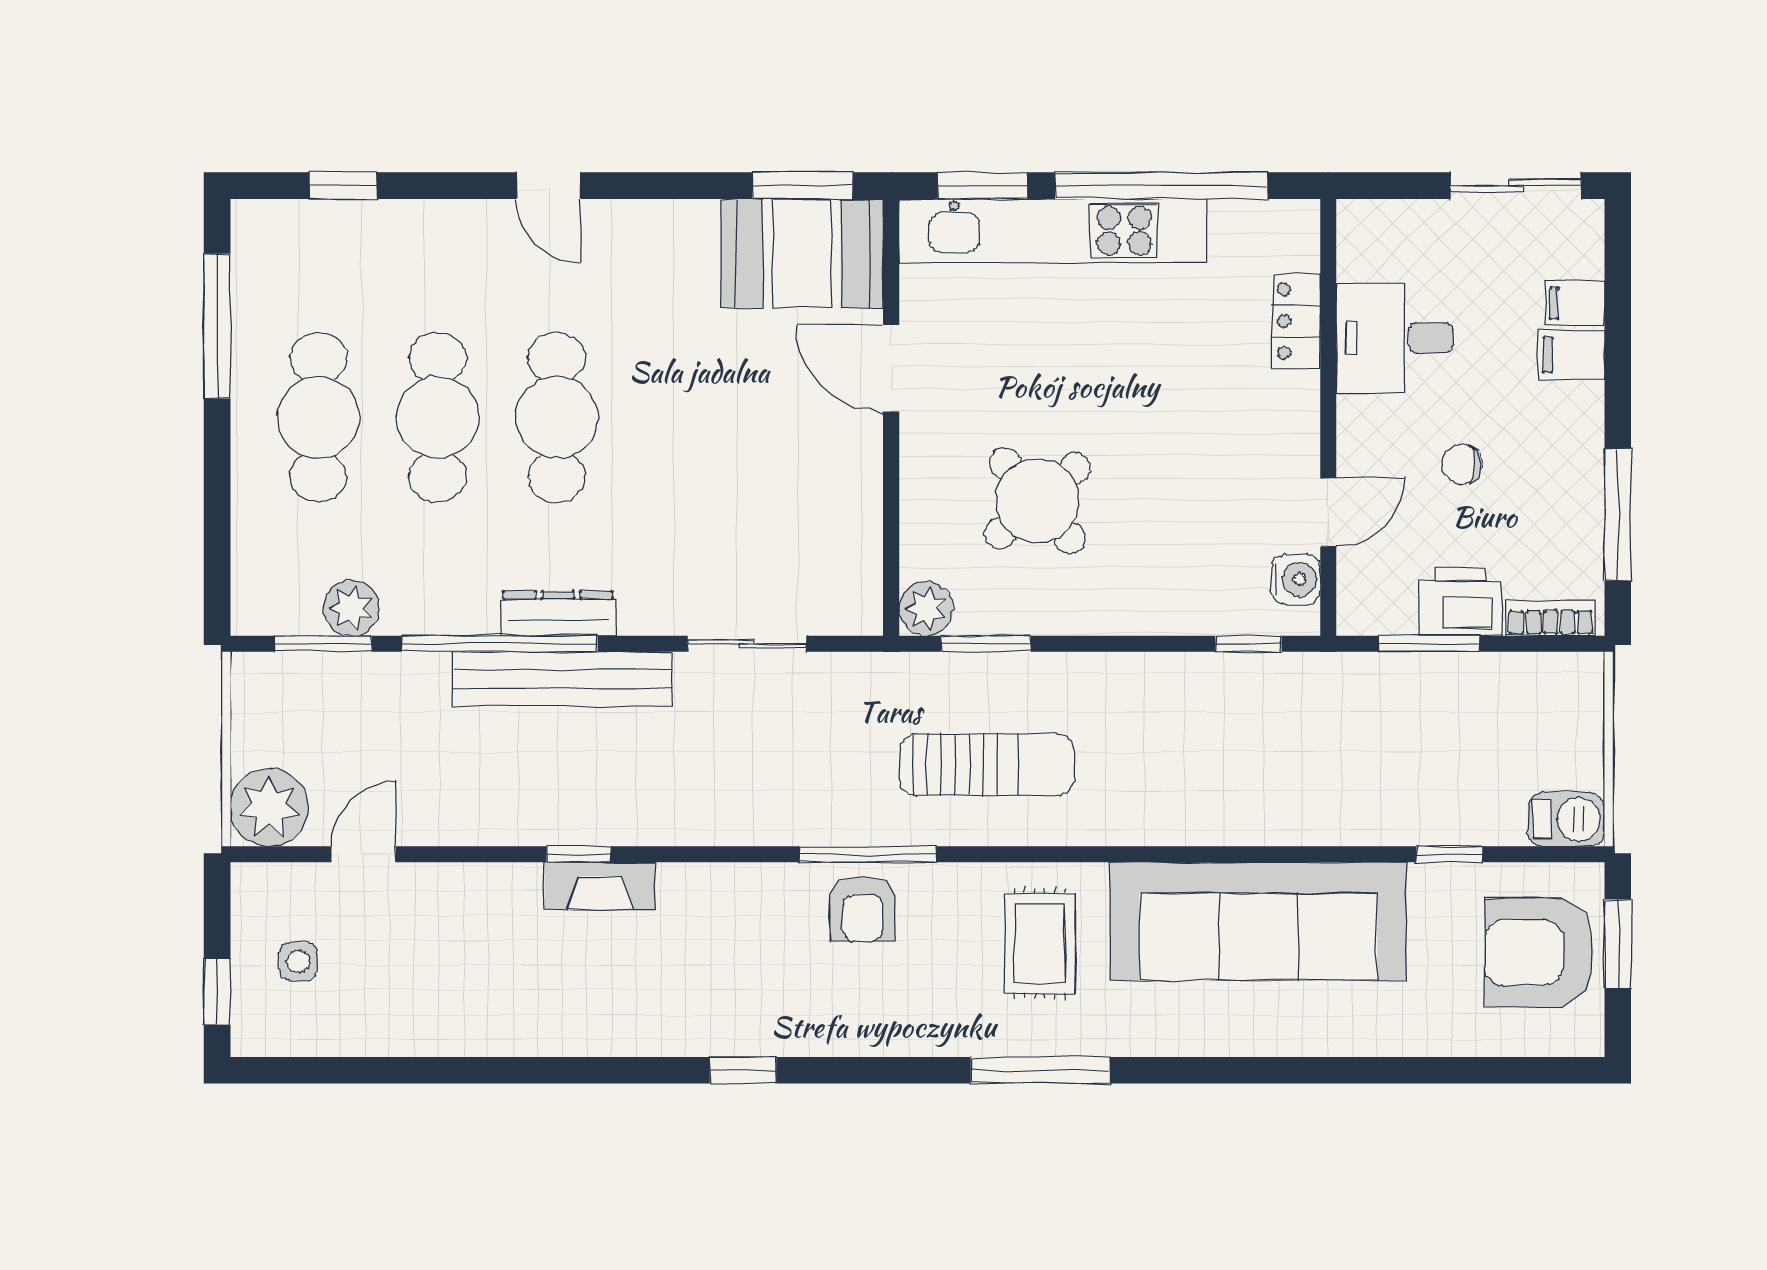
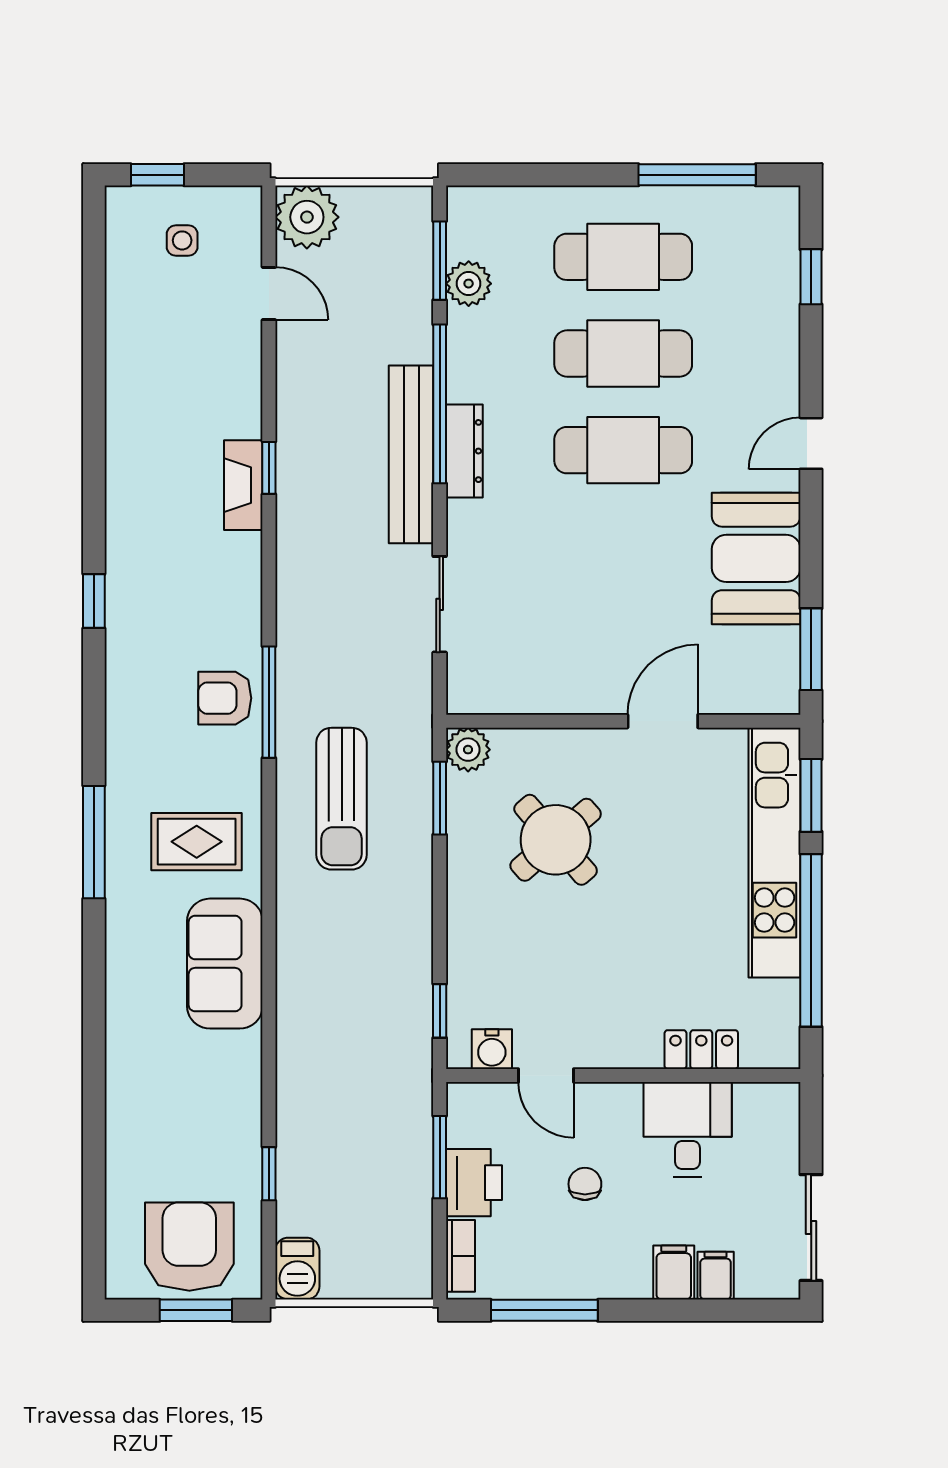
booth: (802, 253) -> (756, 558), moved
sofa: (1258, 921) -> (225, 964), width x0.54, depth x0.79

